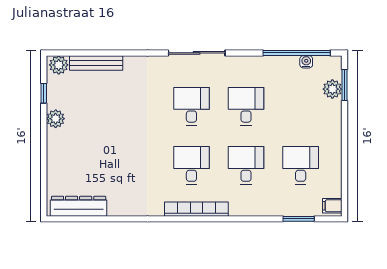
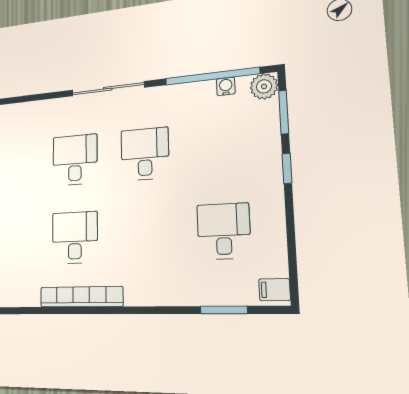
sliding door: (197, 53) -> (108, 89), moved
plant: (332, 89) -> (264, 86), moved
window: (345, 125) -> (287, 168), added
desk: (246, 166) -> (146, 234), removed

